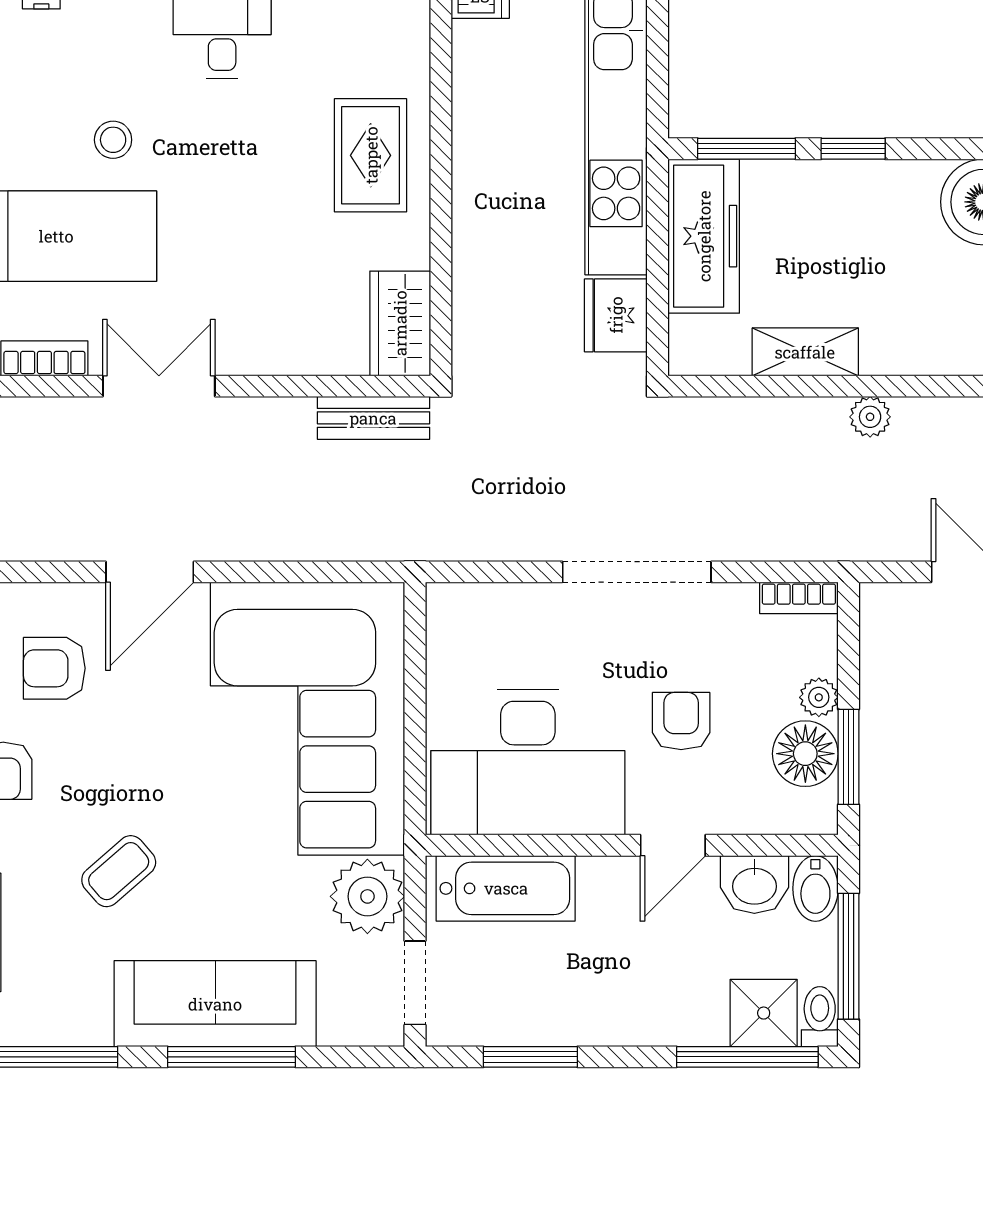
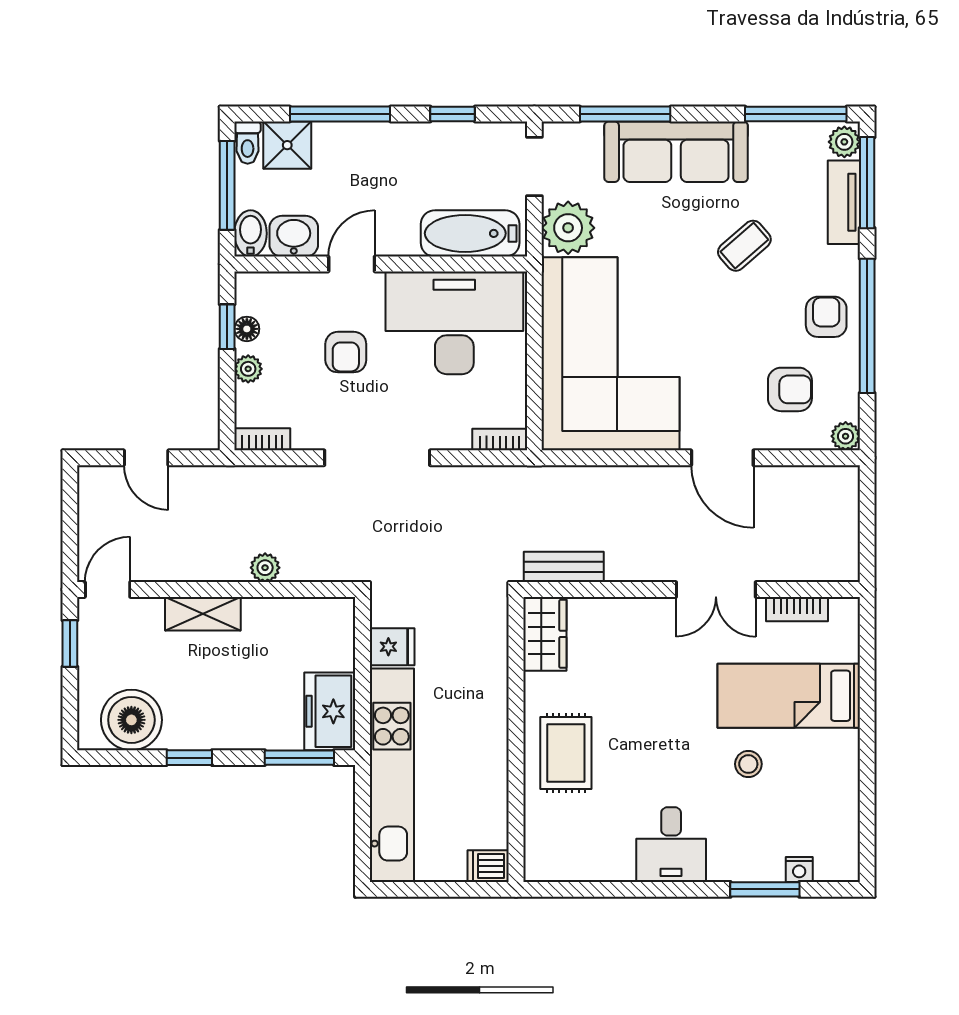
window: (853, 149) -> (189, 758), moved
freezer: (704, 236) -> (330, 711), width x0.71
fridge: (616, 315) -> (392, 647), width x0.72
shelving: (805, 352) -> (203, 614), moved
plant: (870, 417) -> (265, 568), moved
door: (150, 572) -> (722, 458), swing flipped
bookcase: (464, 598) -> (500, 440), added
floor lamp: (805, 754) -> (247, 329), width x0.53, depth x0.53
window: (848, 757) -> (227, 327), width x0.67
window: (231, 1057) -> (625, 114), moved
window: (530, 1057) -> (453, 114), width x0.67
window: (747, 1057) -> (340, 114), moved

